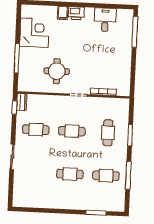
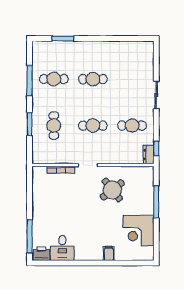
printer: (76, 13) -> (41, 254), moved
round table: (57, 71) -> (112, 190), turned -38

